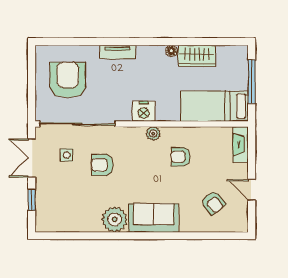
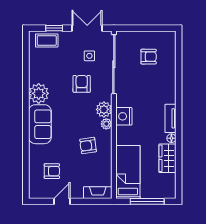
tv unit: (118, 52) -> (170, 118), moved
armchair: (68, 80) -> (149, 57), width x0.53, depth x0.53
plant: (135, 137) -> (104, 109), added
armchair: (181, 157) -> (88, 145), turned -98
armchair: (213, 203) -> (52, 171), turned -141
coffee table: (47, 209) -> (47, 40), added

